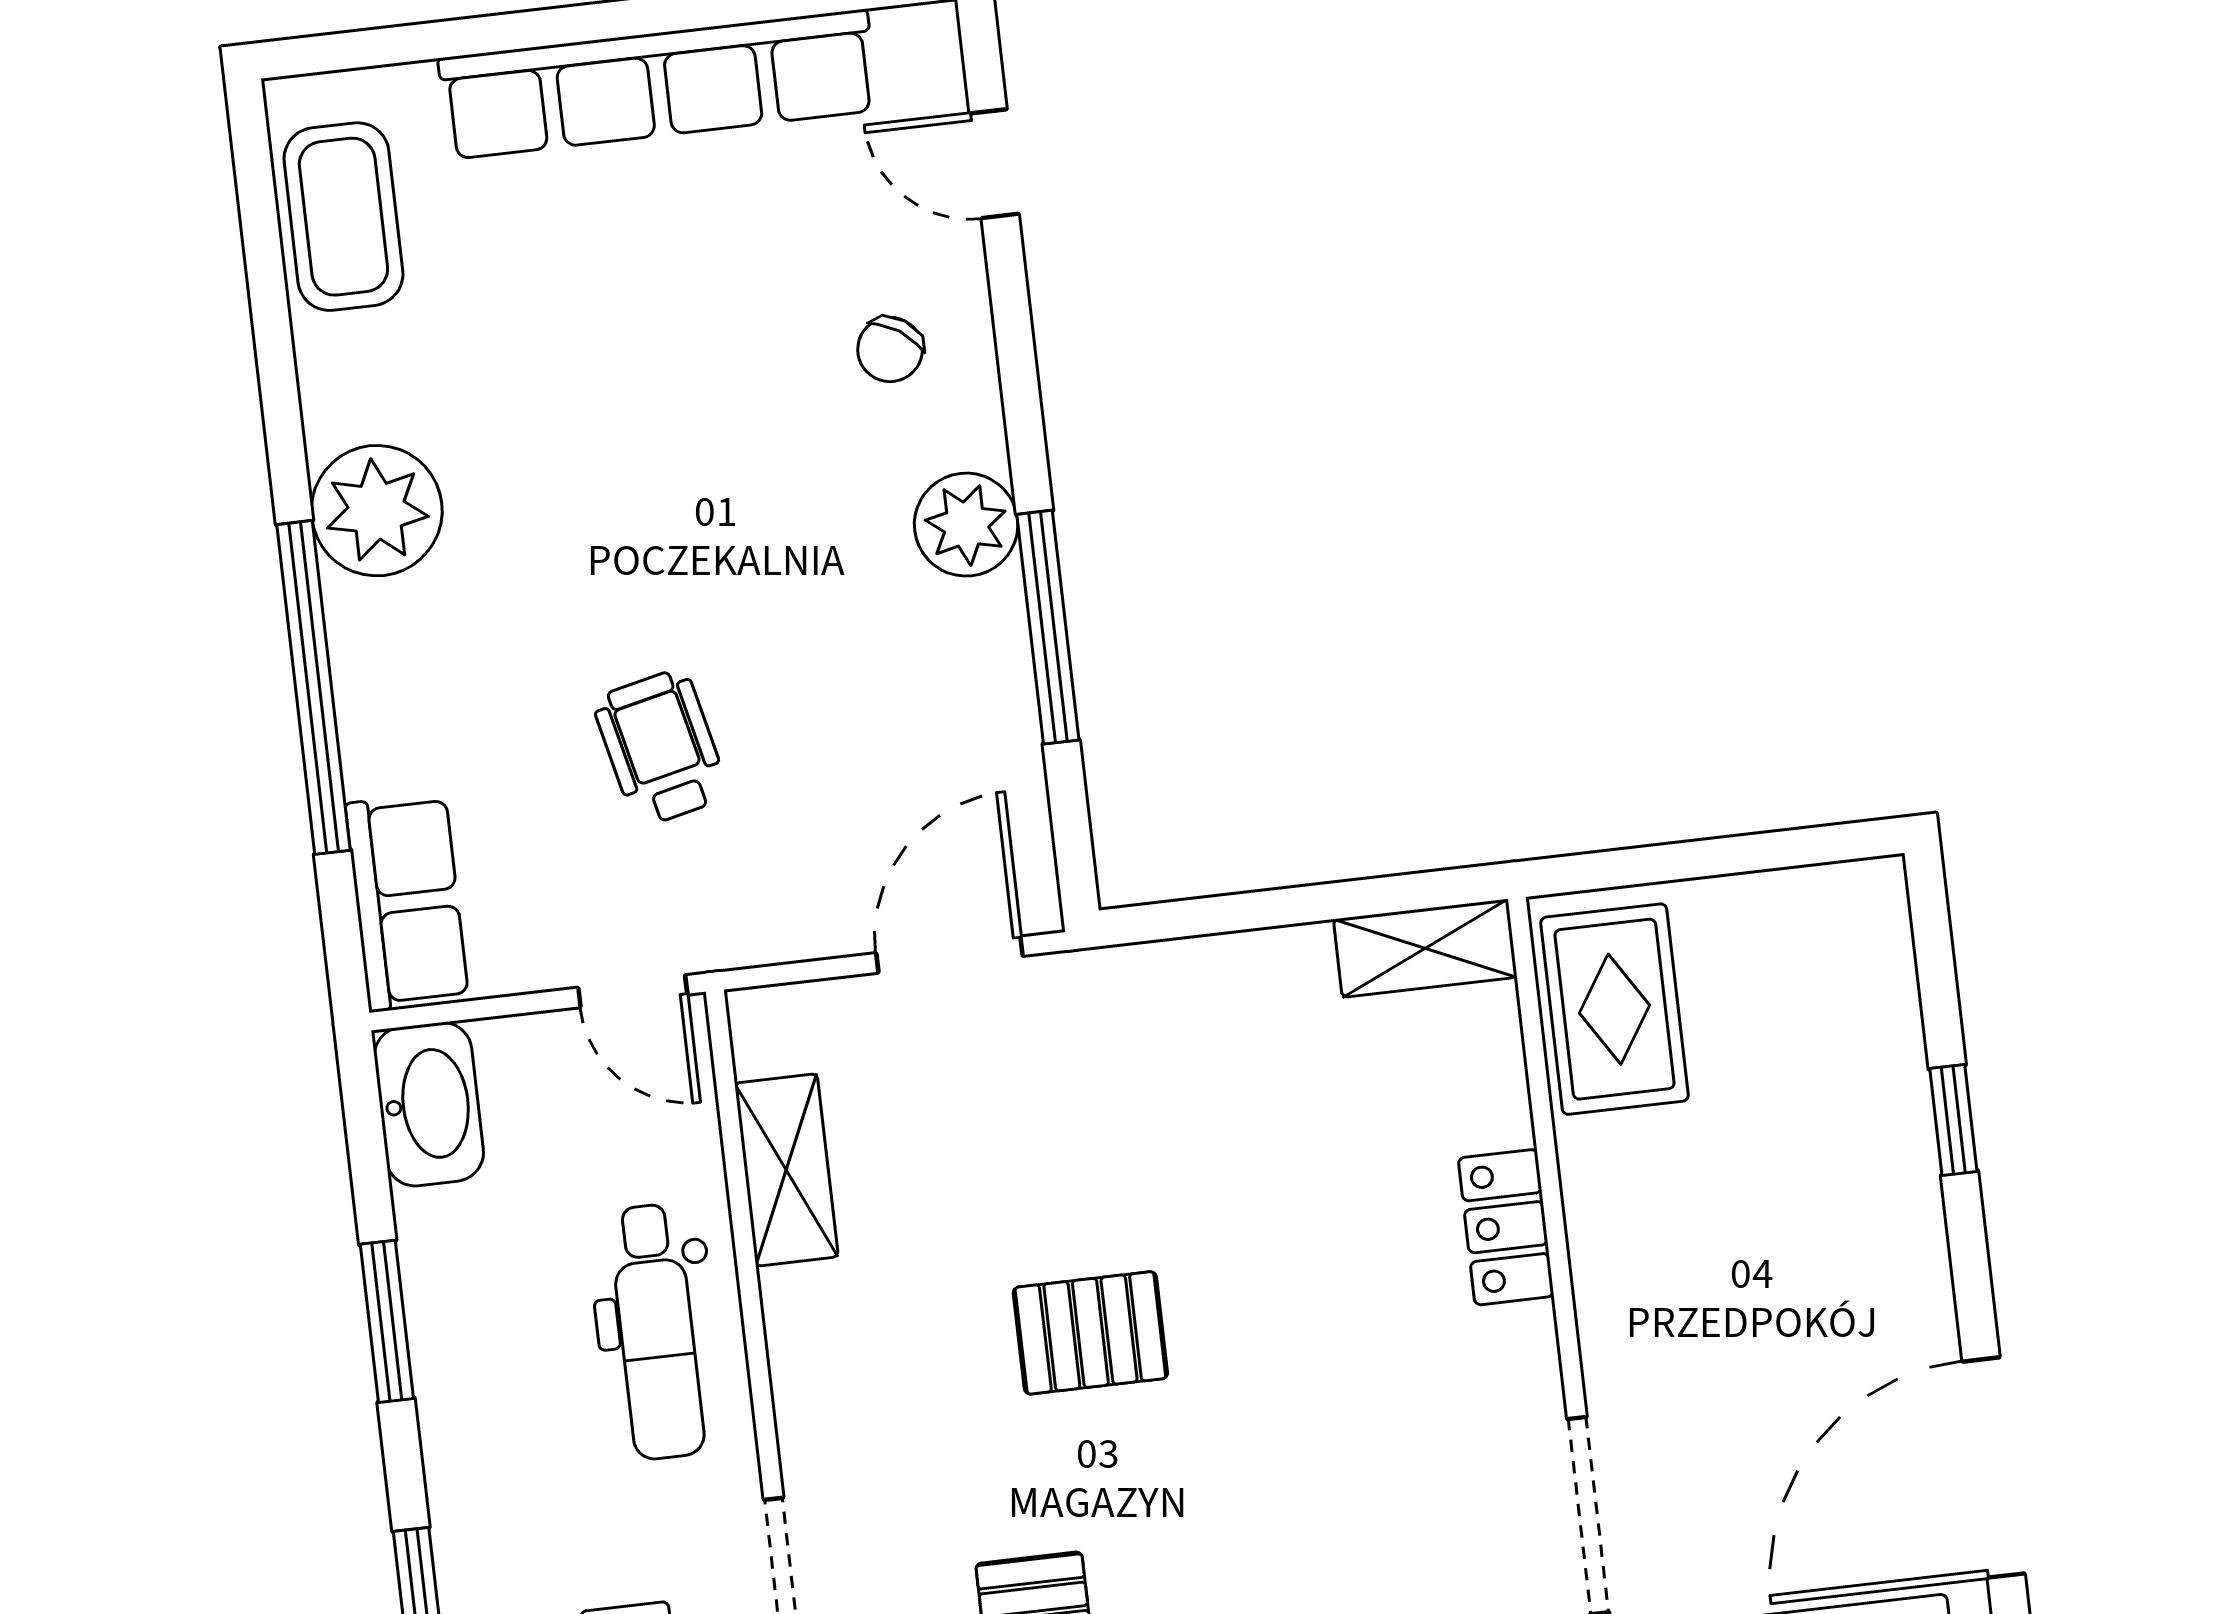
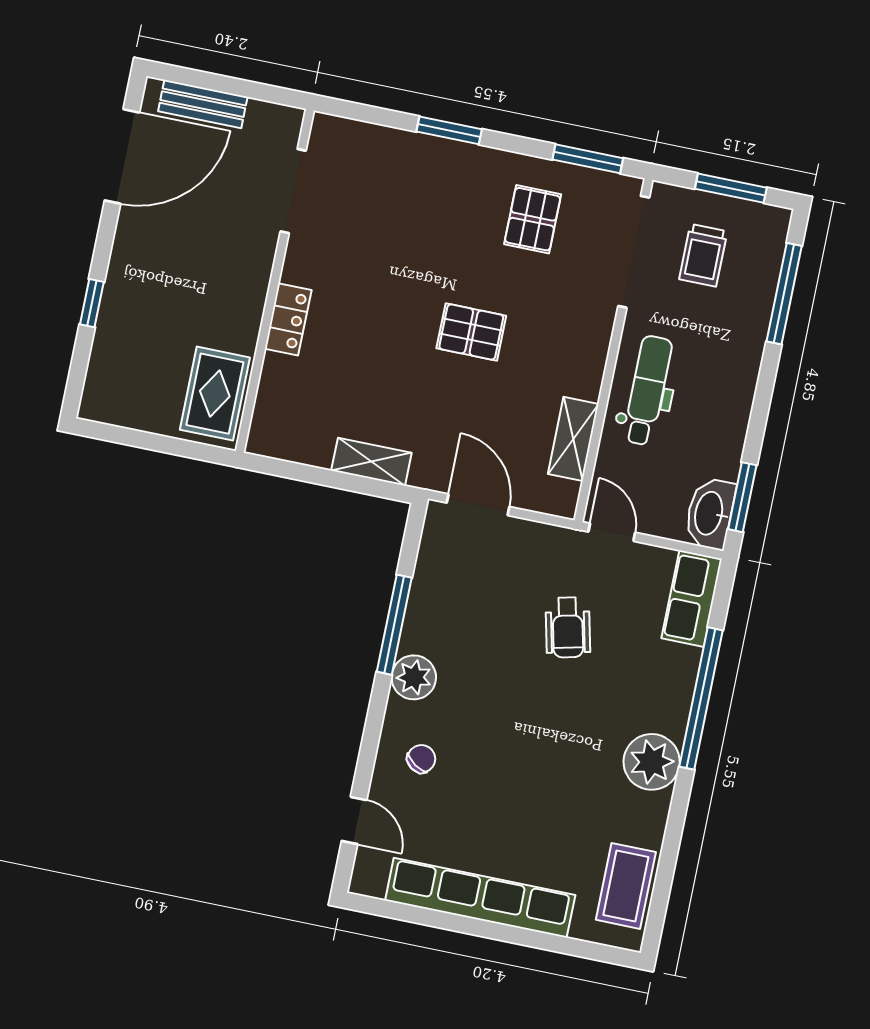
shelving: (1425, 948) -> (371, 462), moved
door: (949, 955) -> (478, 505), swing flipped
window: (387, 1321) -> (742, 497), moved

